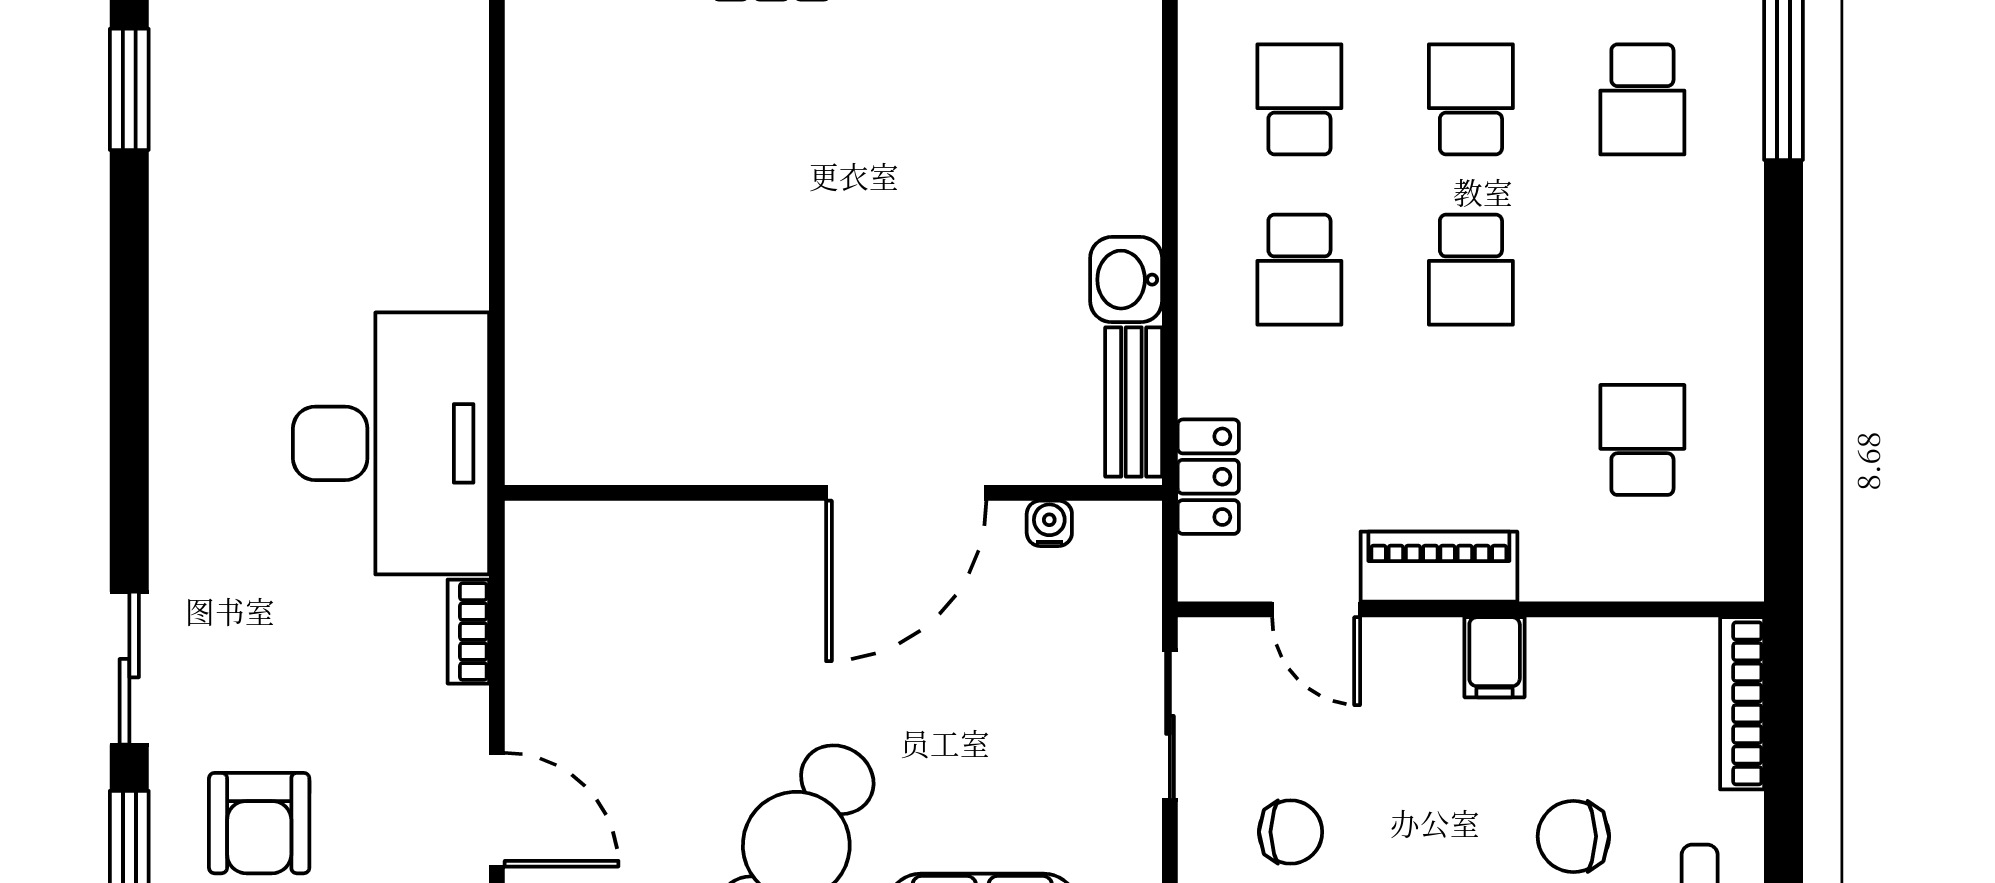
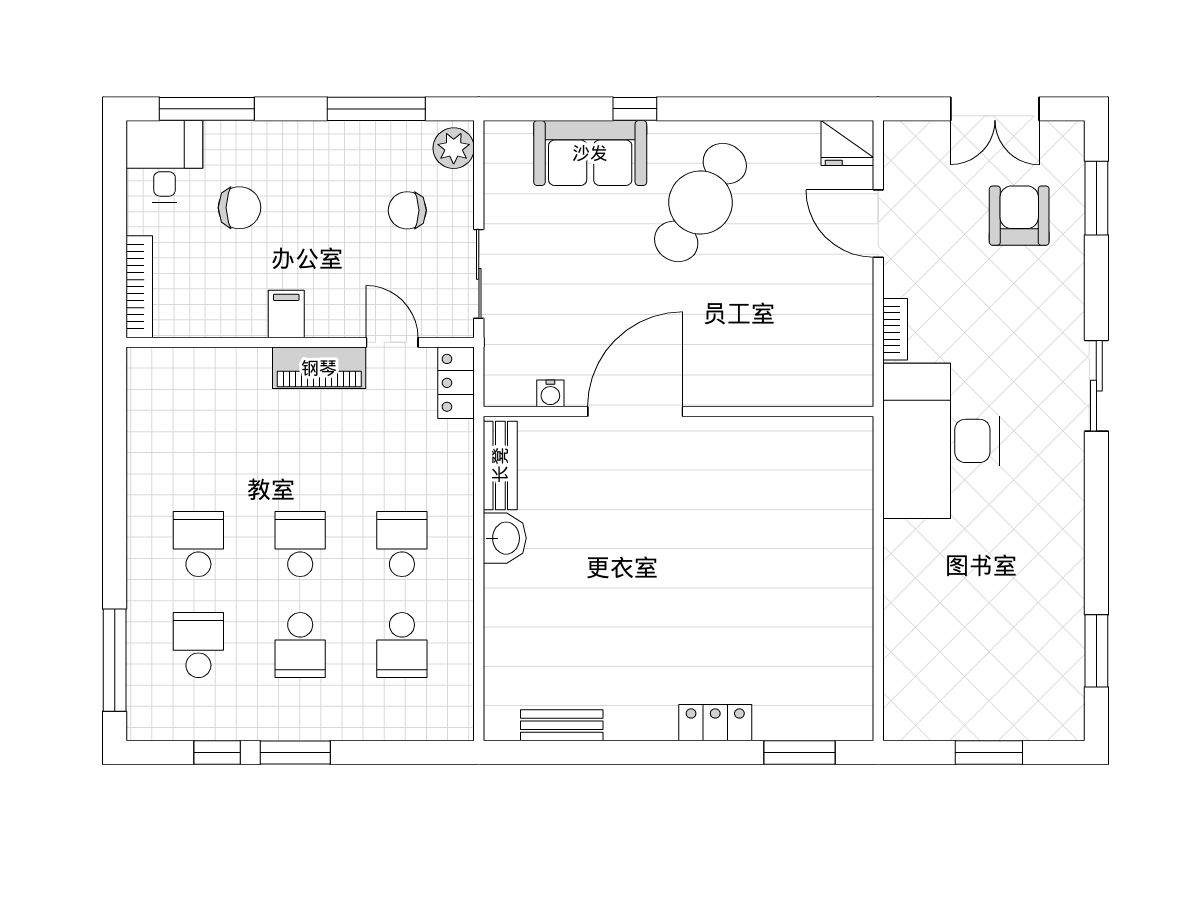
school desk: (1642, 440) -> (198, 544), moved, turned 180
locker: (1208, 477) -> (456, 383), moved
sliding door: (129, 668) -> (1096, 386), moved

